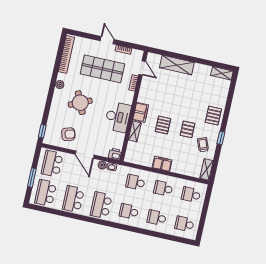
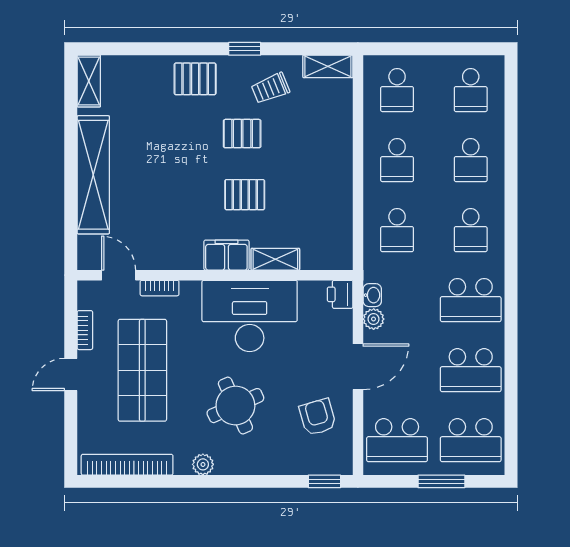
shelving: (177, 65) -> (93, 175), width x1.47
door: (142, 68) -> (119, 275), hinge flipped
desk: (118, 117) -> (250, 316), width x1.36, depth x1.30
filing cabinet: (162, 164) -> (338, 176), removed

